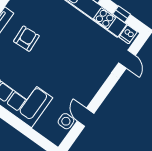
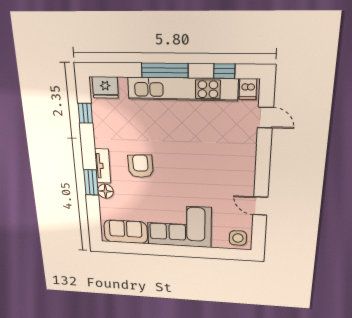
side table: (66, 121) -> (238, 238), moved

